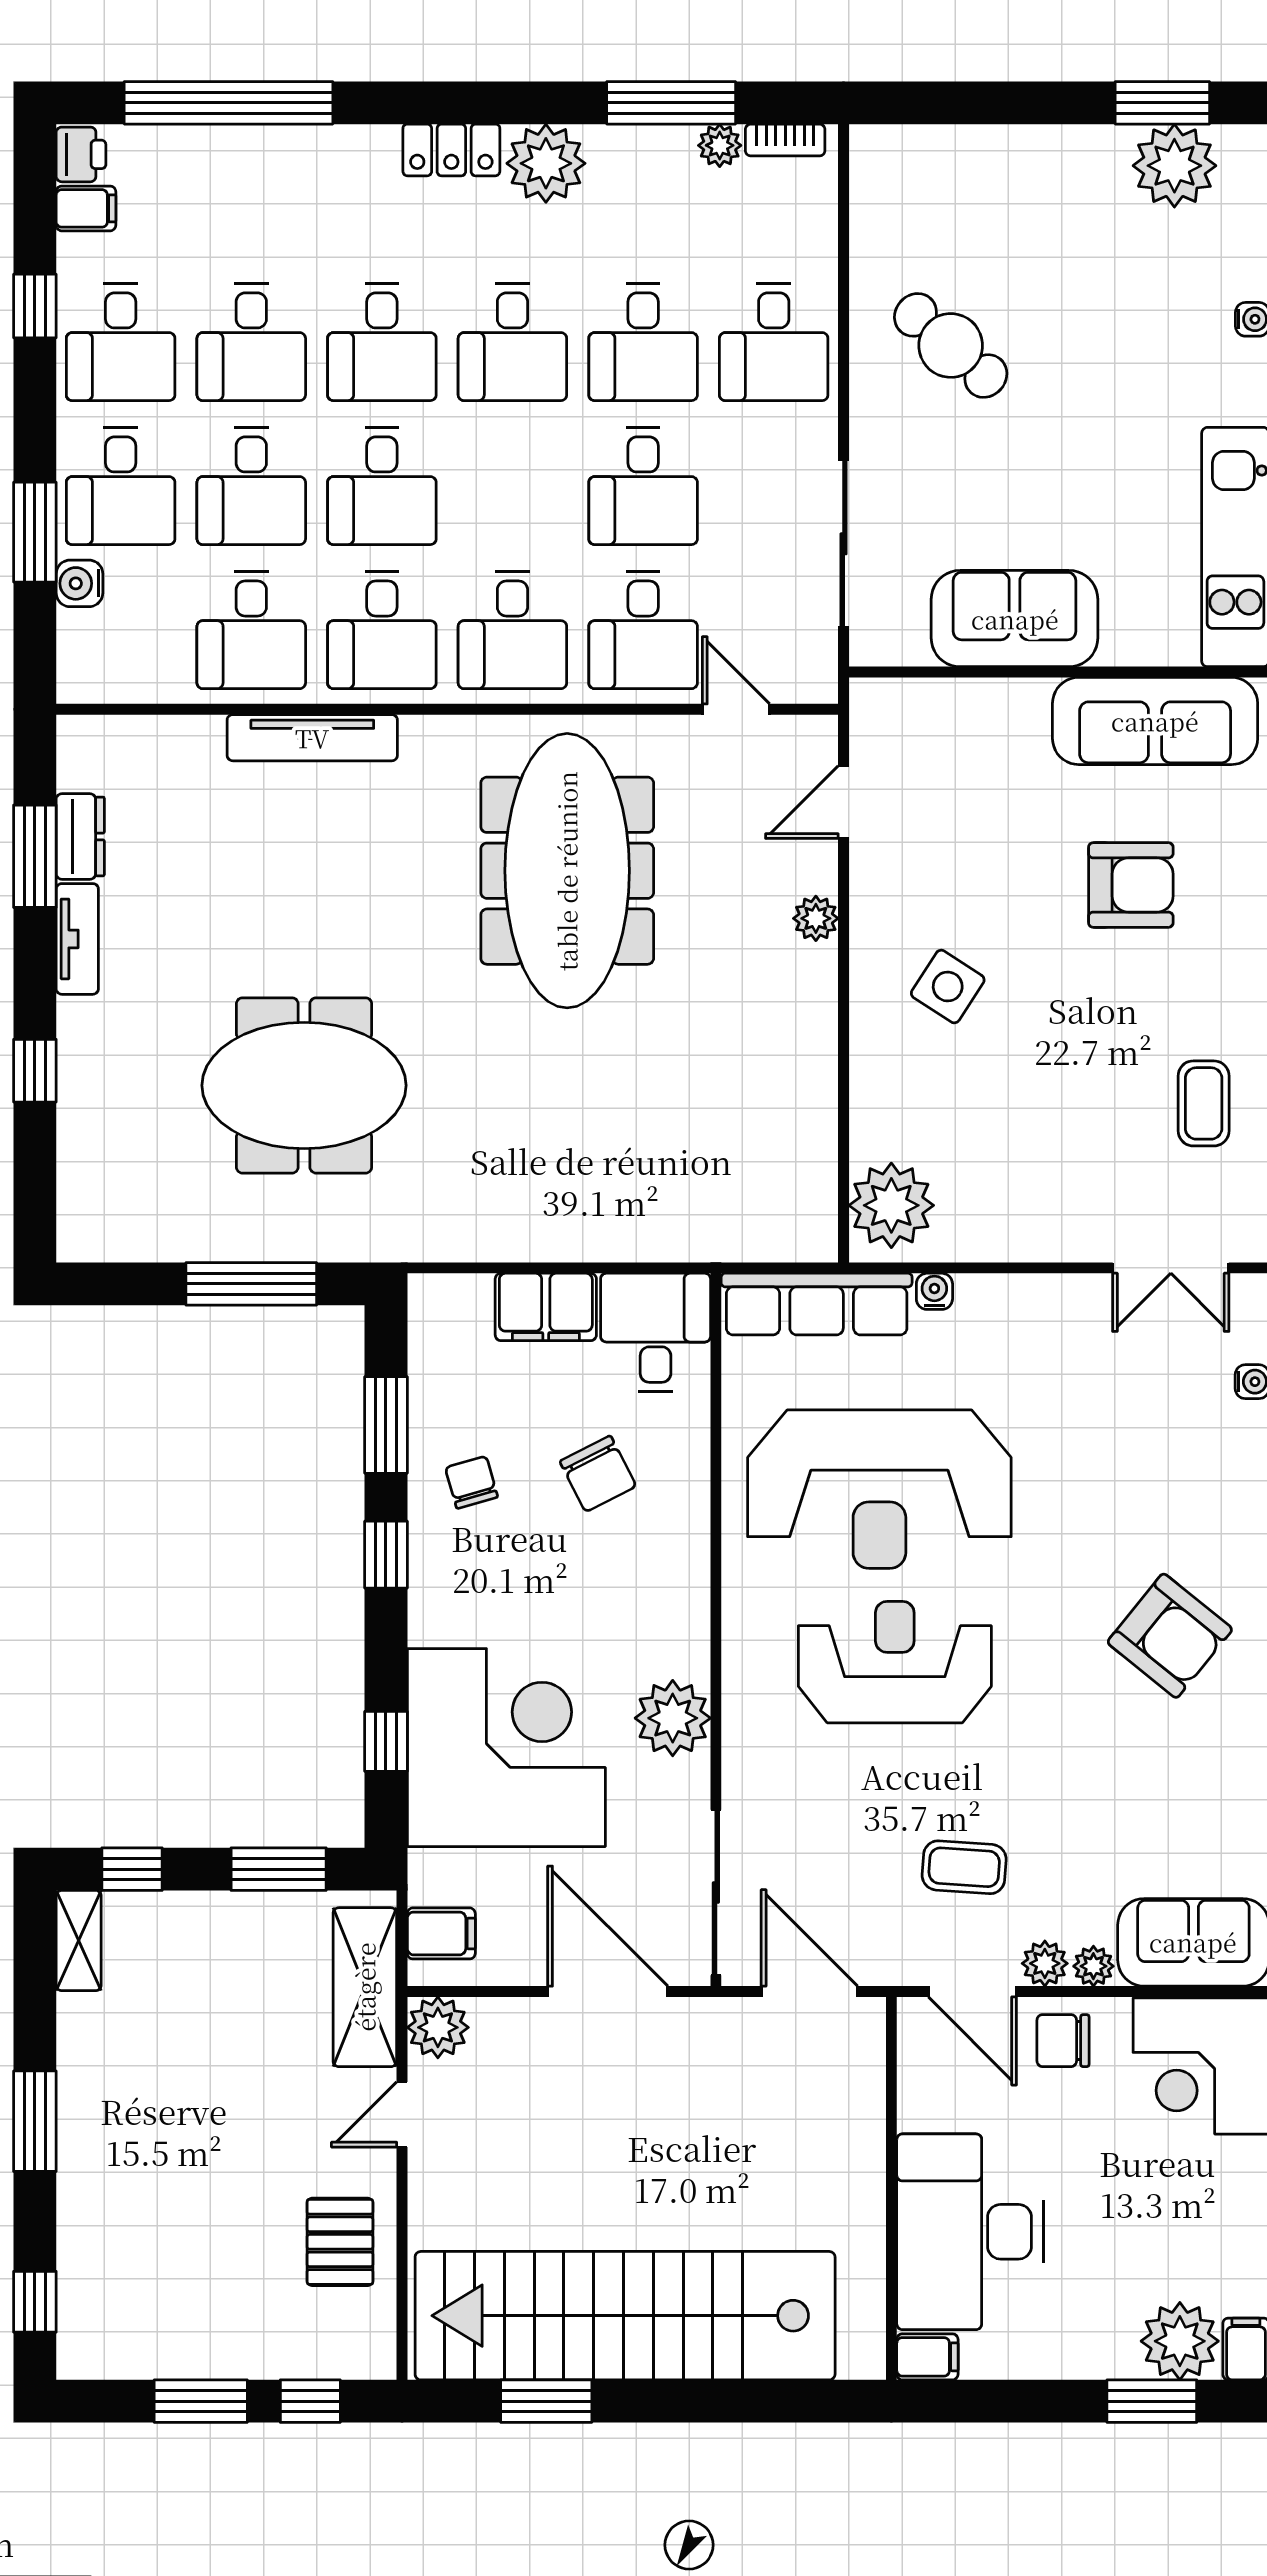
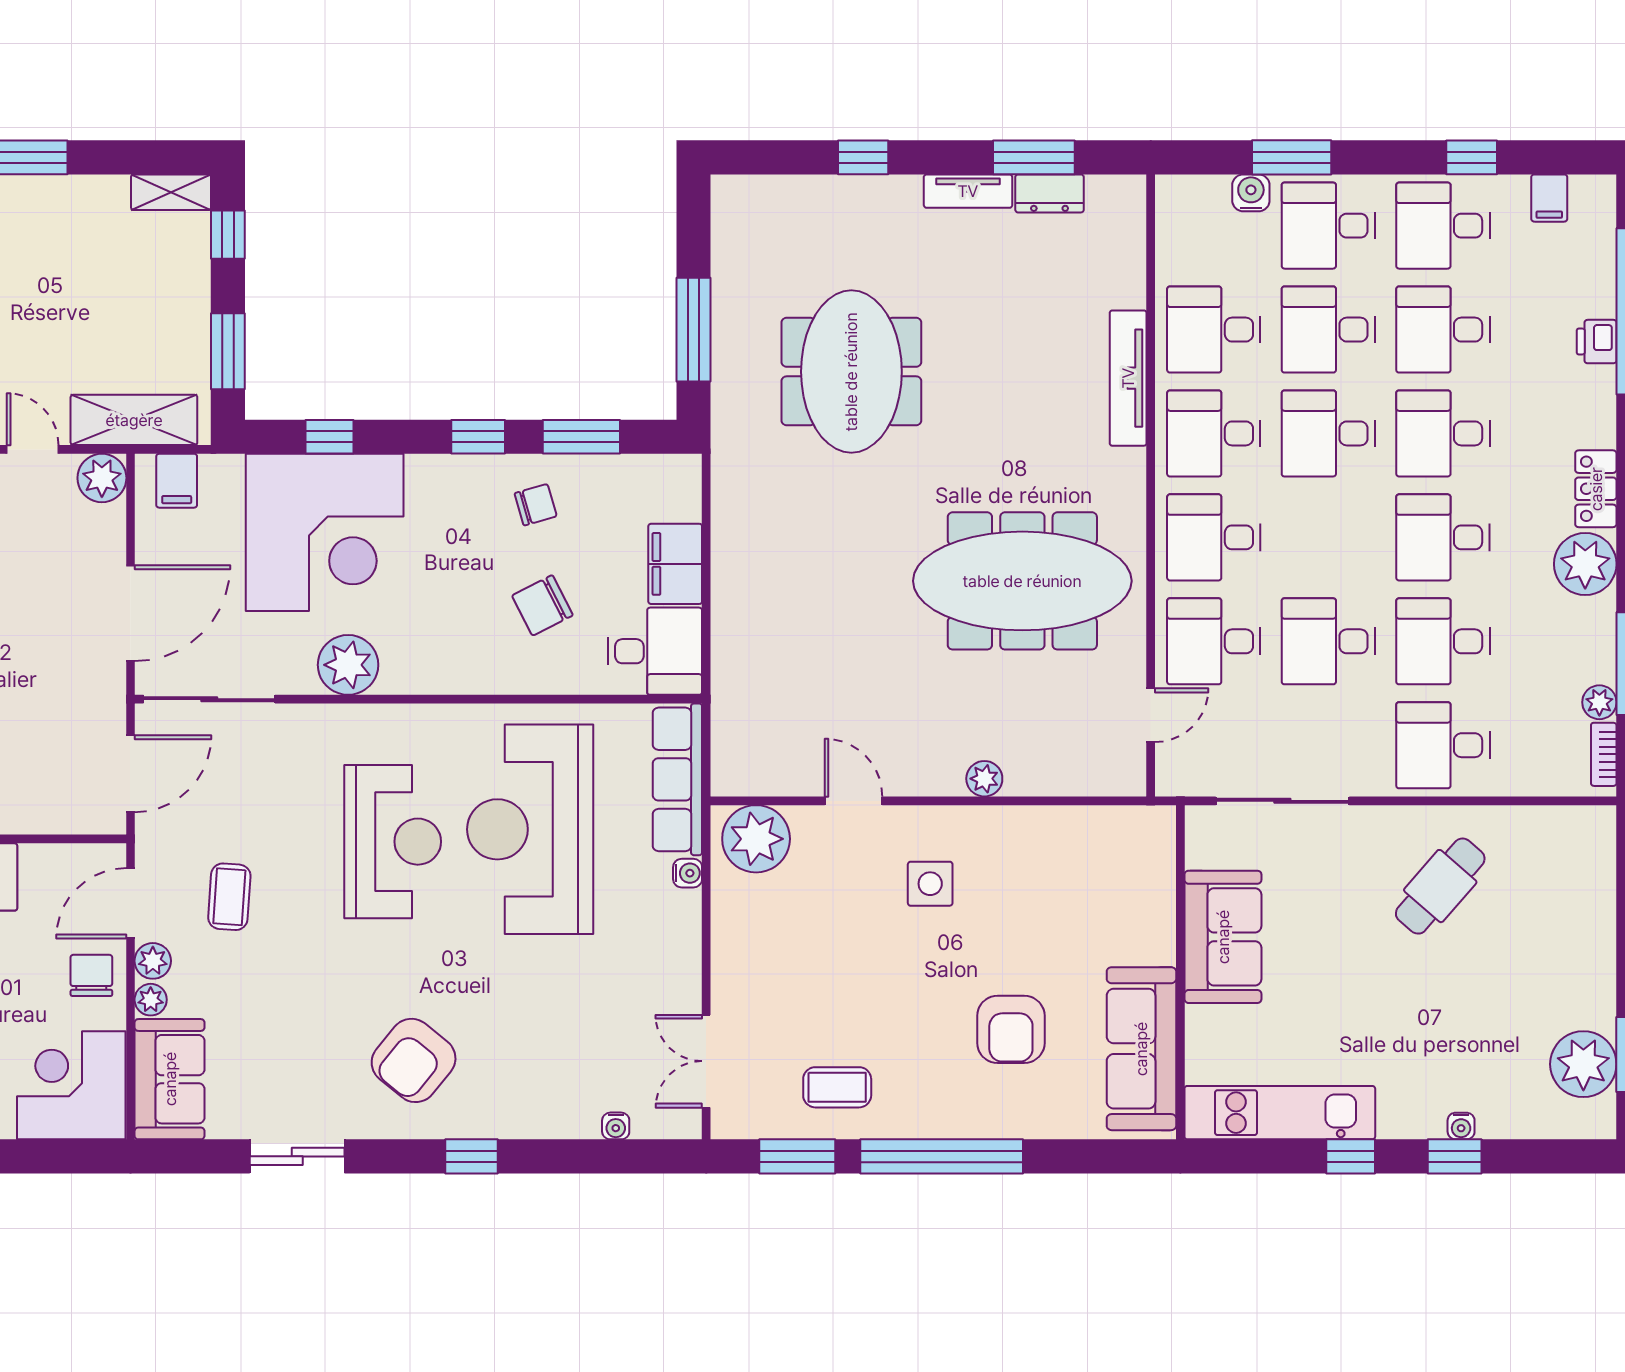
printer: (81, 154) -> (1597, 342), moved, turned 90
door: (844, 802) -> (853, 801), moved
side table: (948, 987) -> (930, 884), turned -33

